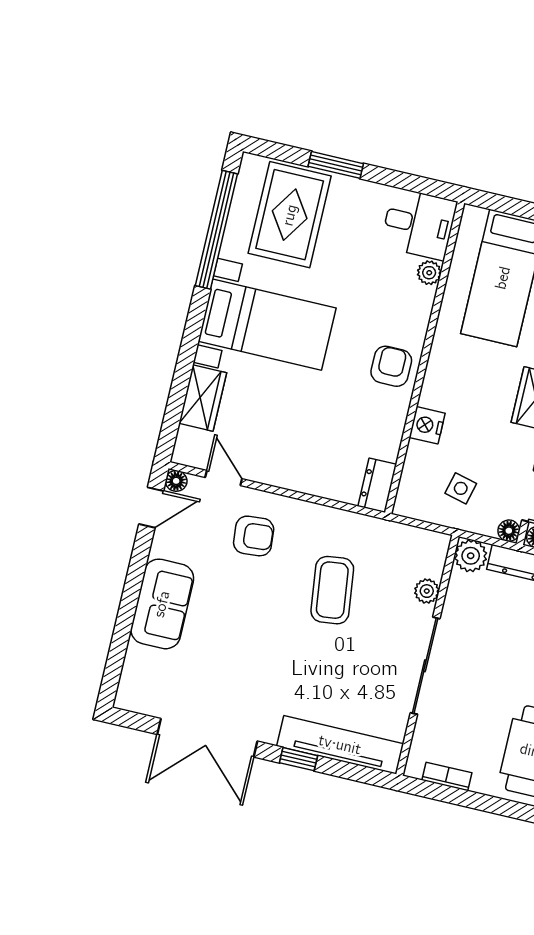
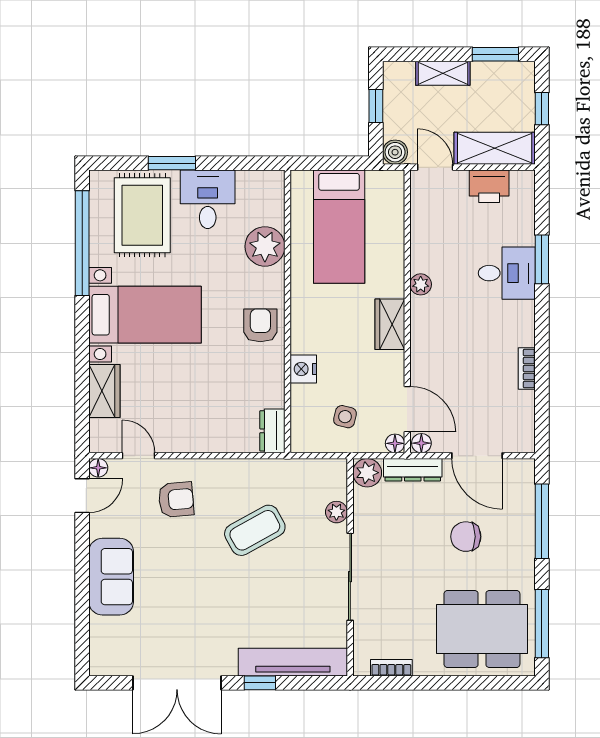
desk: (419, 224) -> (208, 199), moved, turned -90
plant: (429, 273) -> (265, 246), width x1.87, depth x1.87
coffee table: (332, 590) -> (255, 530), turned 68

